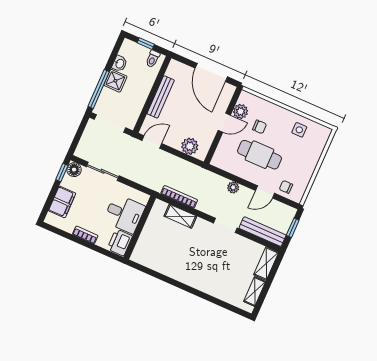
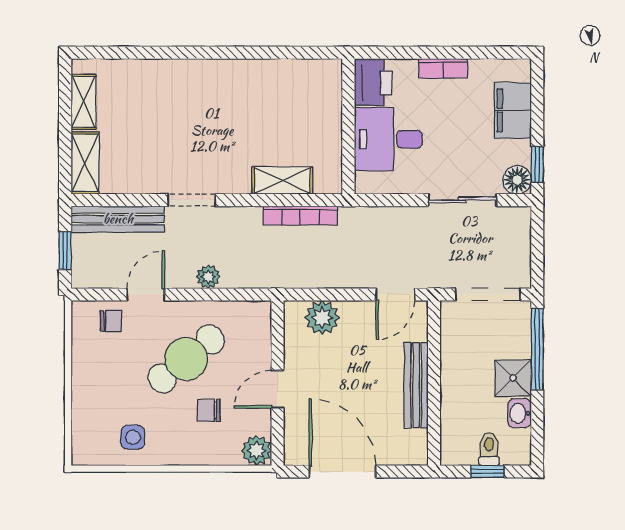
toilet: (153, 59) -> (489, 449), moved
plant: (241, 111) -> (257, 451), moved
cafe table: (259, 155) -> (186, 359), turned -39

